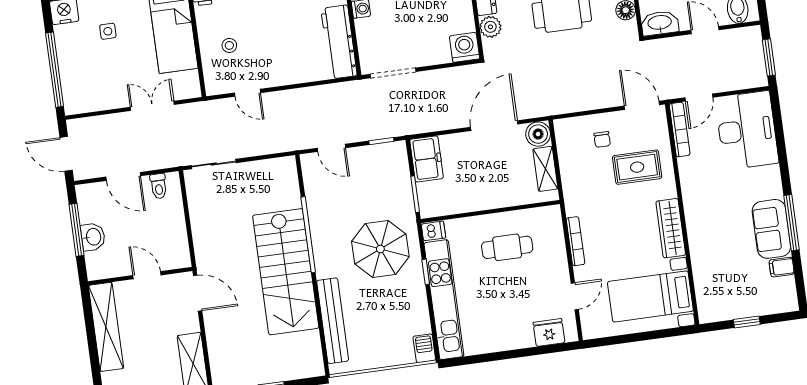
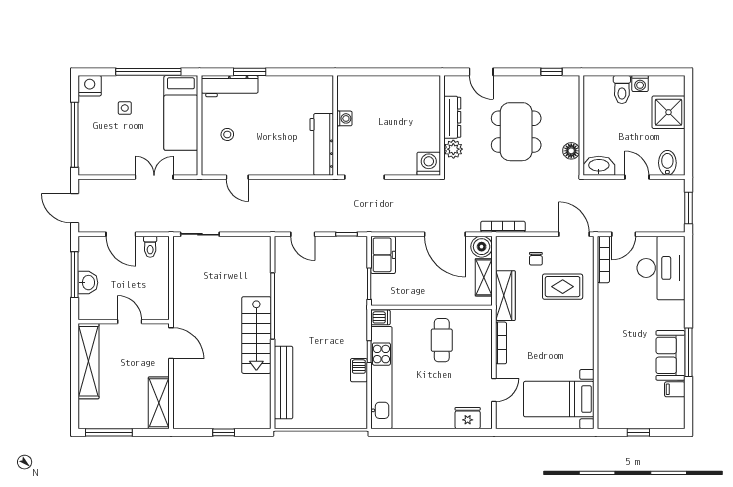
bookcase: (559, 108) -> (503, 227), added
door: (494, 126) -> (445, 234), swing flipped
wardrobe: (671, 228) -> (505, 296), moved, turned 180
cafe table: (507, 247) -> (442, 340), turned 90
parasol: (380, 249) -> (333, 327), removed
stairs: (286, 272) -> (256, 335), width x0.73, depth x0.66
barbecue: (424, 348) -> (359, 370), moved

